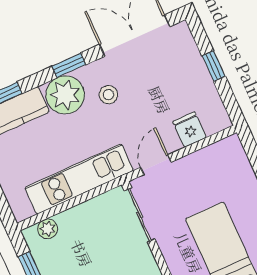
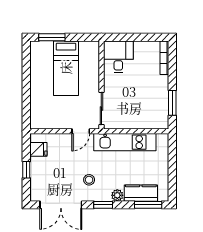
plant: (65, 95) -> (117, 195), width x0.53, depth x0.53
fridge: (190, 129) -> (38, 149), moved, turned -90
plant: (48, 229) -> (154, 123), removed

